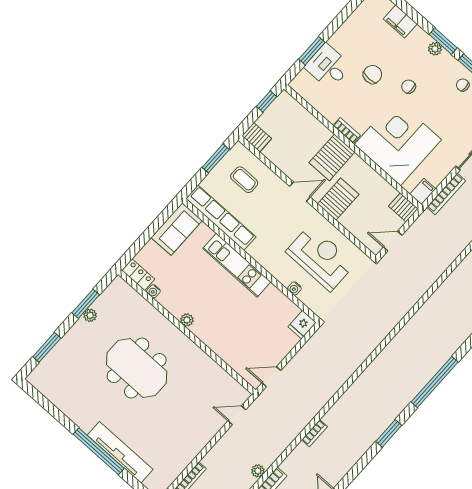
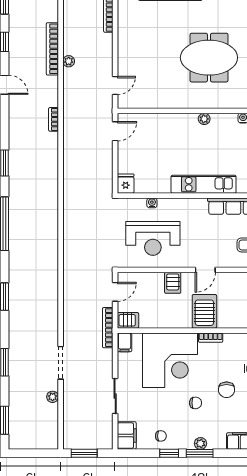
bookcase: (446, 194) -> (108, 328), moved
server rack: (338, 199) -> (173, 283), width x0.73, depth x0.70

